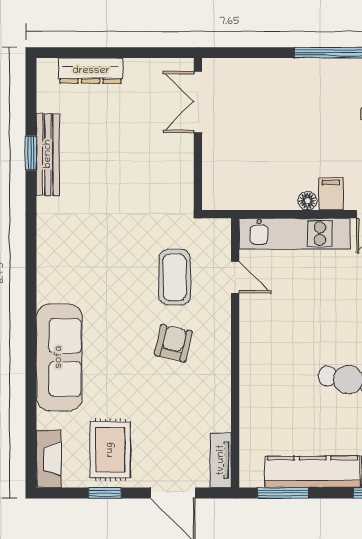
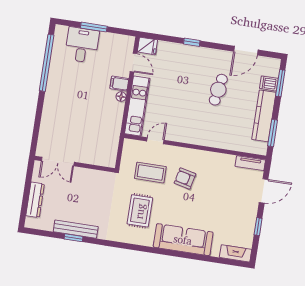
double door: (198, 102) -> (58, 161), moved
wall: (198, 134) -> (75, 164), moved
rug: (110, 450) -> (140, 211), moved, turned 90

